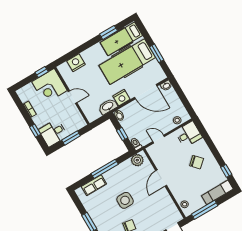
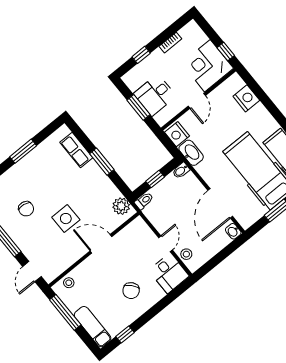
nightstand: (121, 98) -> (177, 134), moved
desk: (53, 133) -> (155, 95), moved, turned -90
door: (159, 139) -> (165, 244), moved
window: (105, 169) -> (102, 162), width x0.69
side table: (125, 200) -> (66, 219), moved

